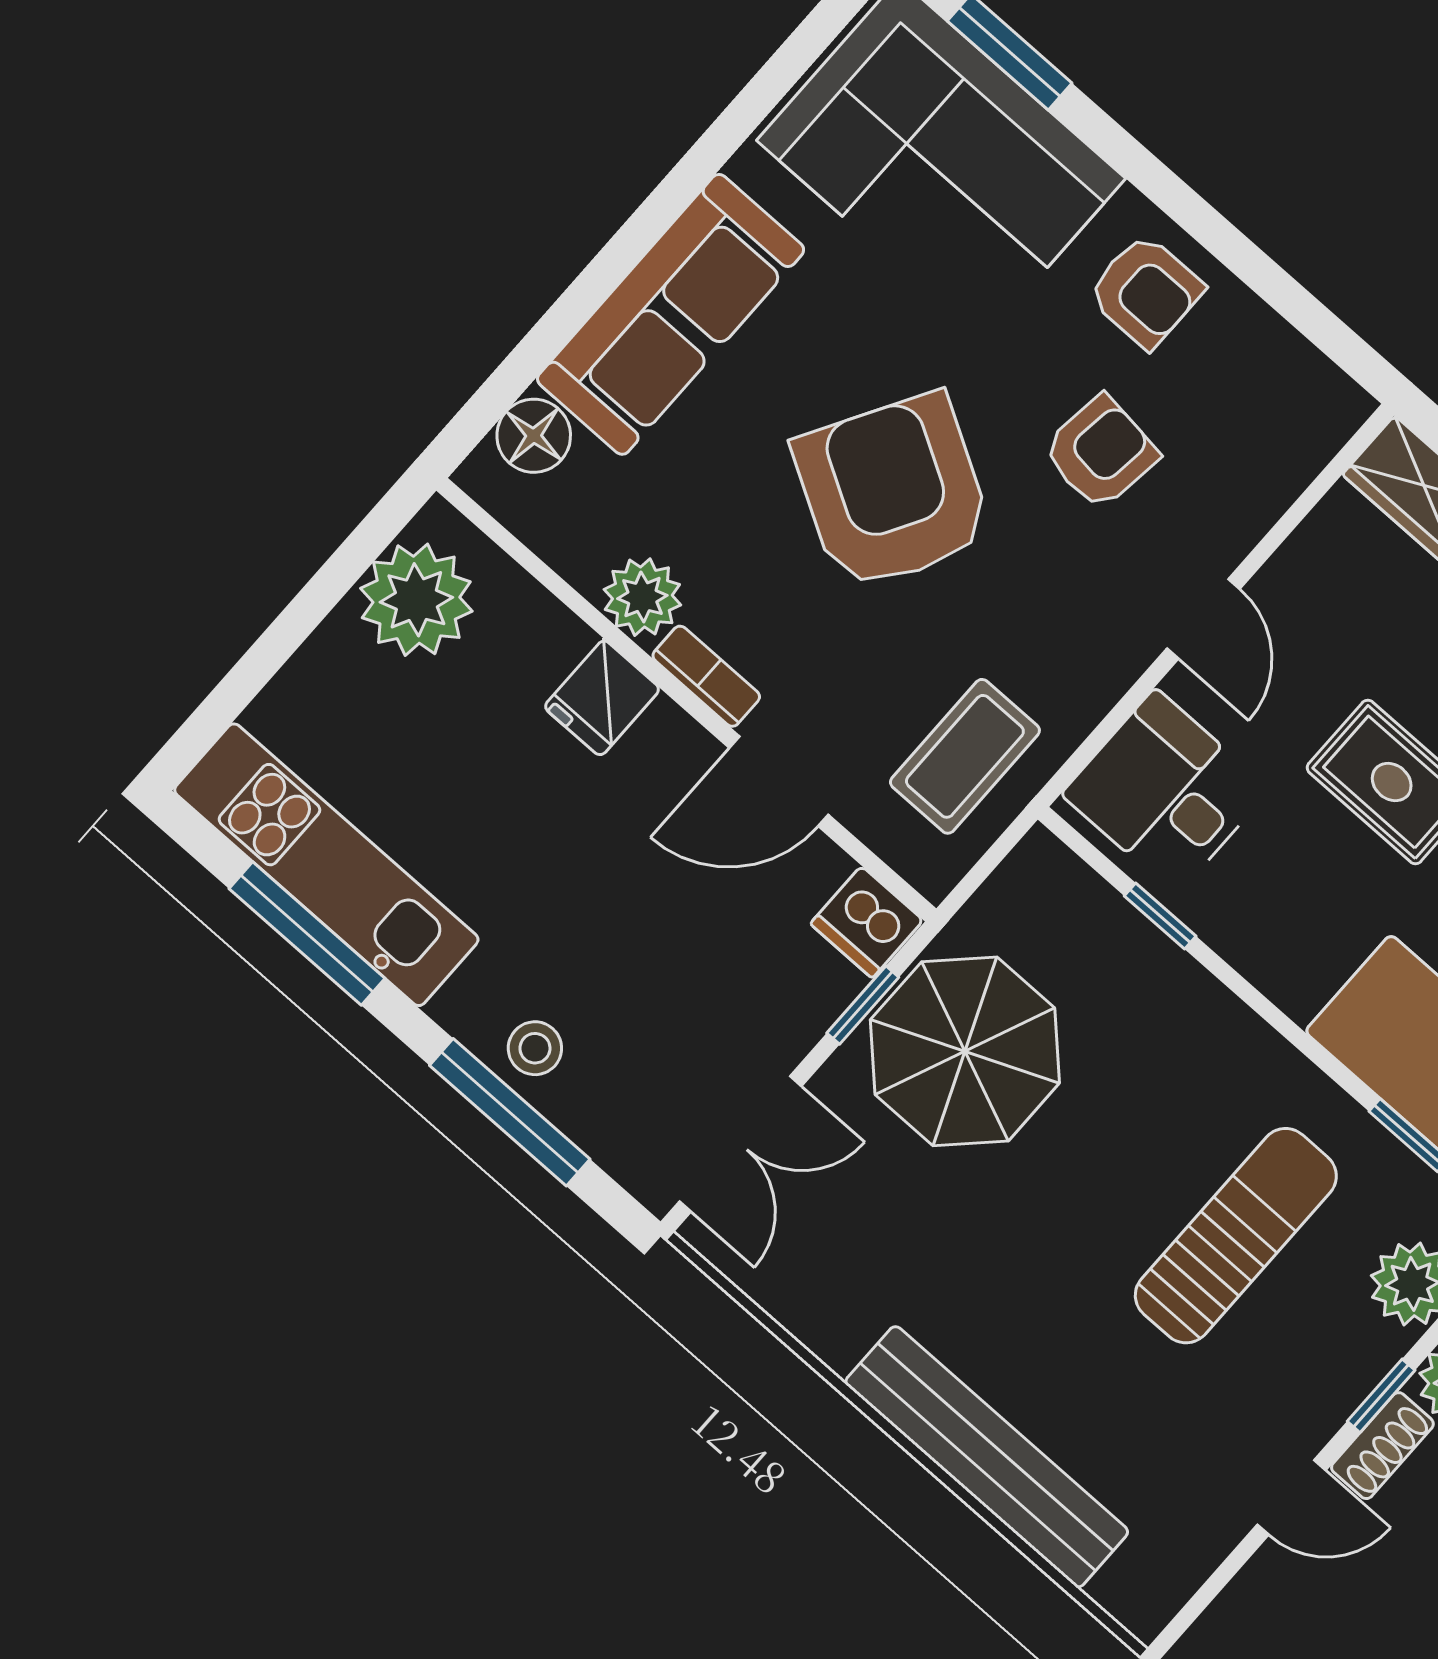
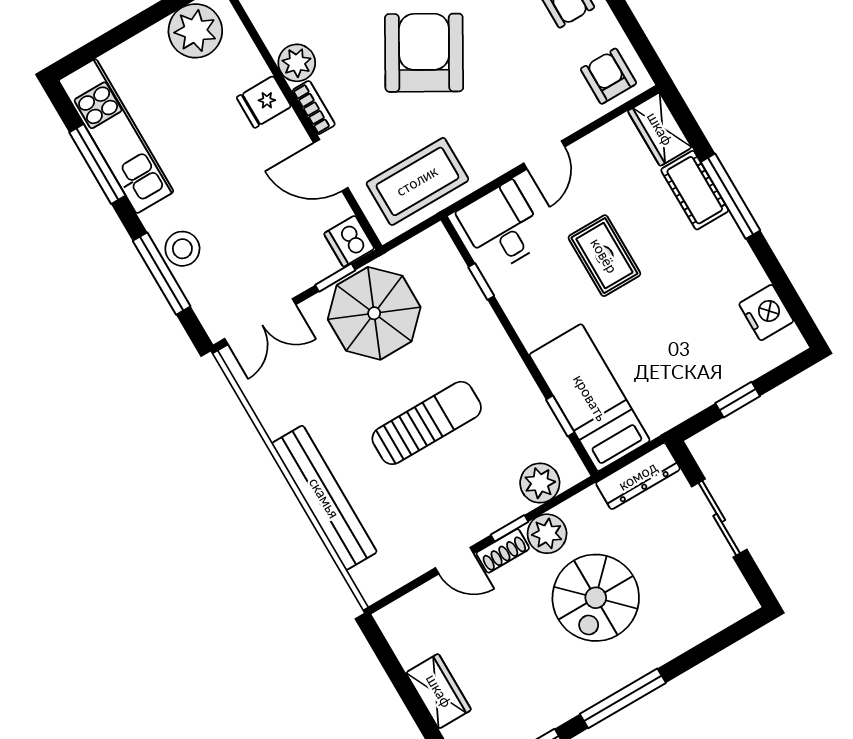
armchair: (1100, 452) -> (608, 76), moved, turned -97
coffee table: (965, 756) -> (417, 181), width x1.36, depth x1.32
stool: (535, 1048) -> (182, 249), width x1.37, depth x1.37
sun lounger: (1236, 1236) -> (427, 423), moved

